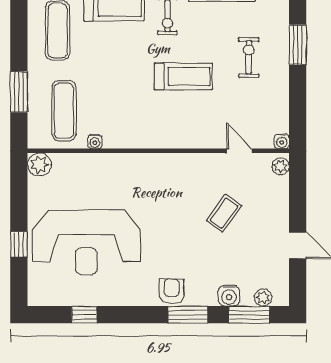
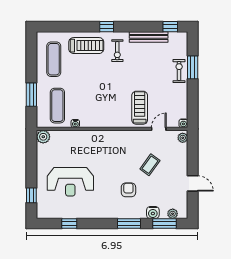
exercise bike: (249, 57) -> (179, 71), moved
treadmill: (183, 76) -> (140, 108), moved, turned -90
door: (239, 151) -> (159, 129), hinge flipped
reception desk: (86, 242) -> (70, 182), width x0.74, depth x0.77
window: (19, 244) -> (31, 195), moved
armchair: (172, 291) -> (128, 190), moved

